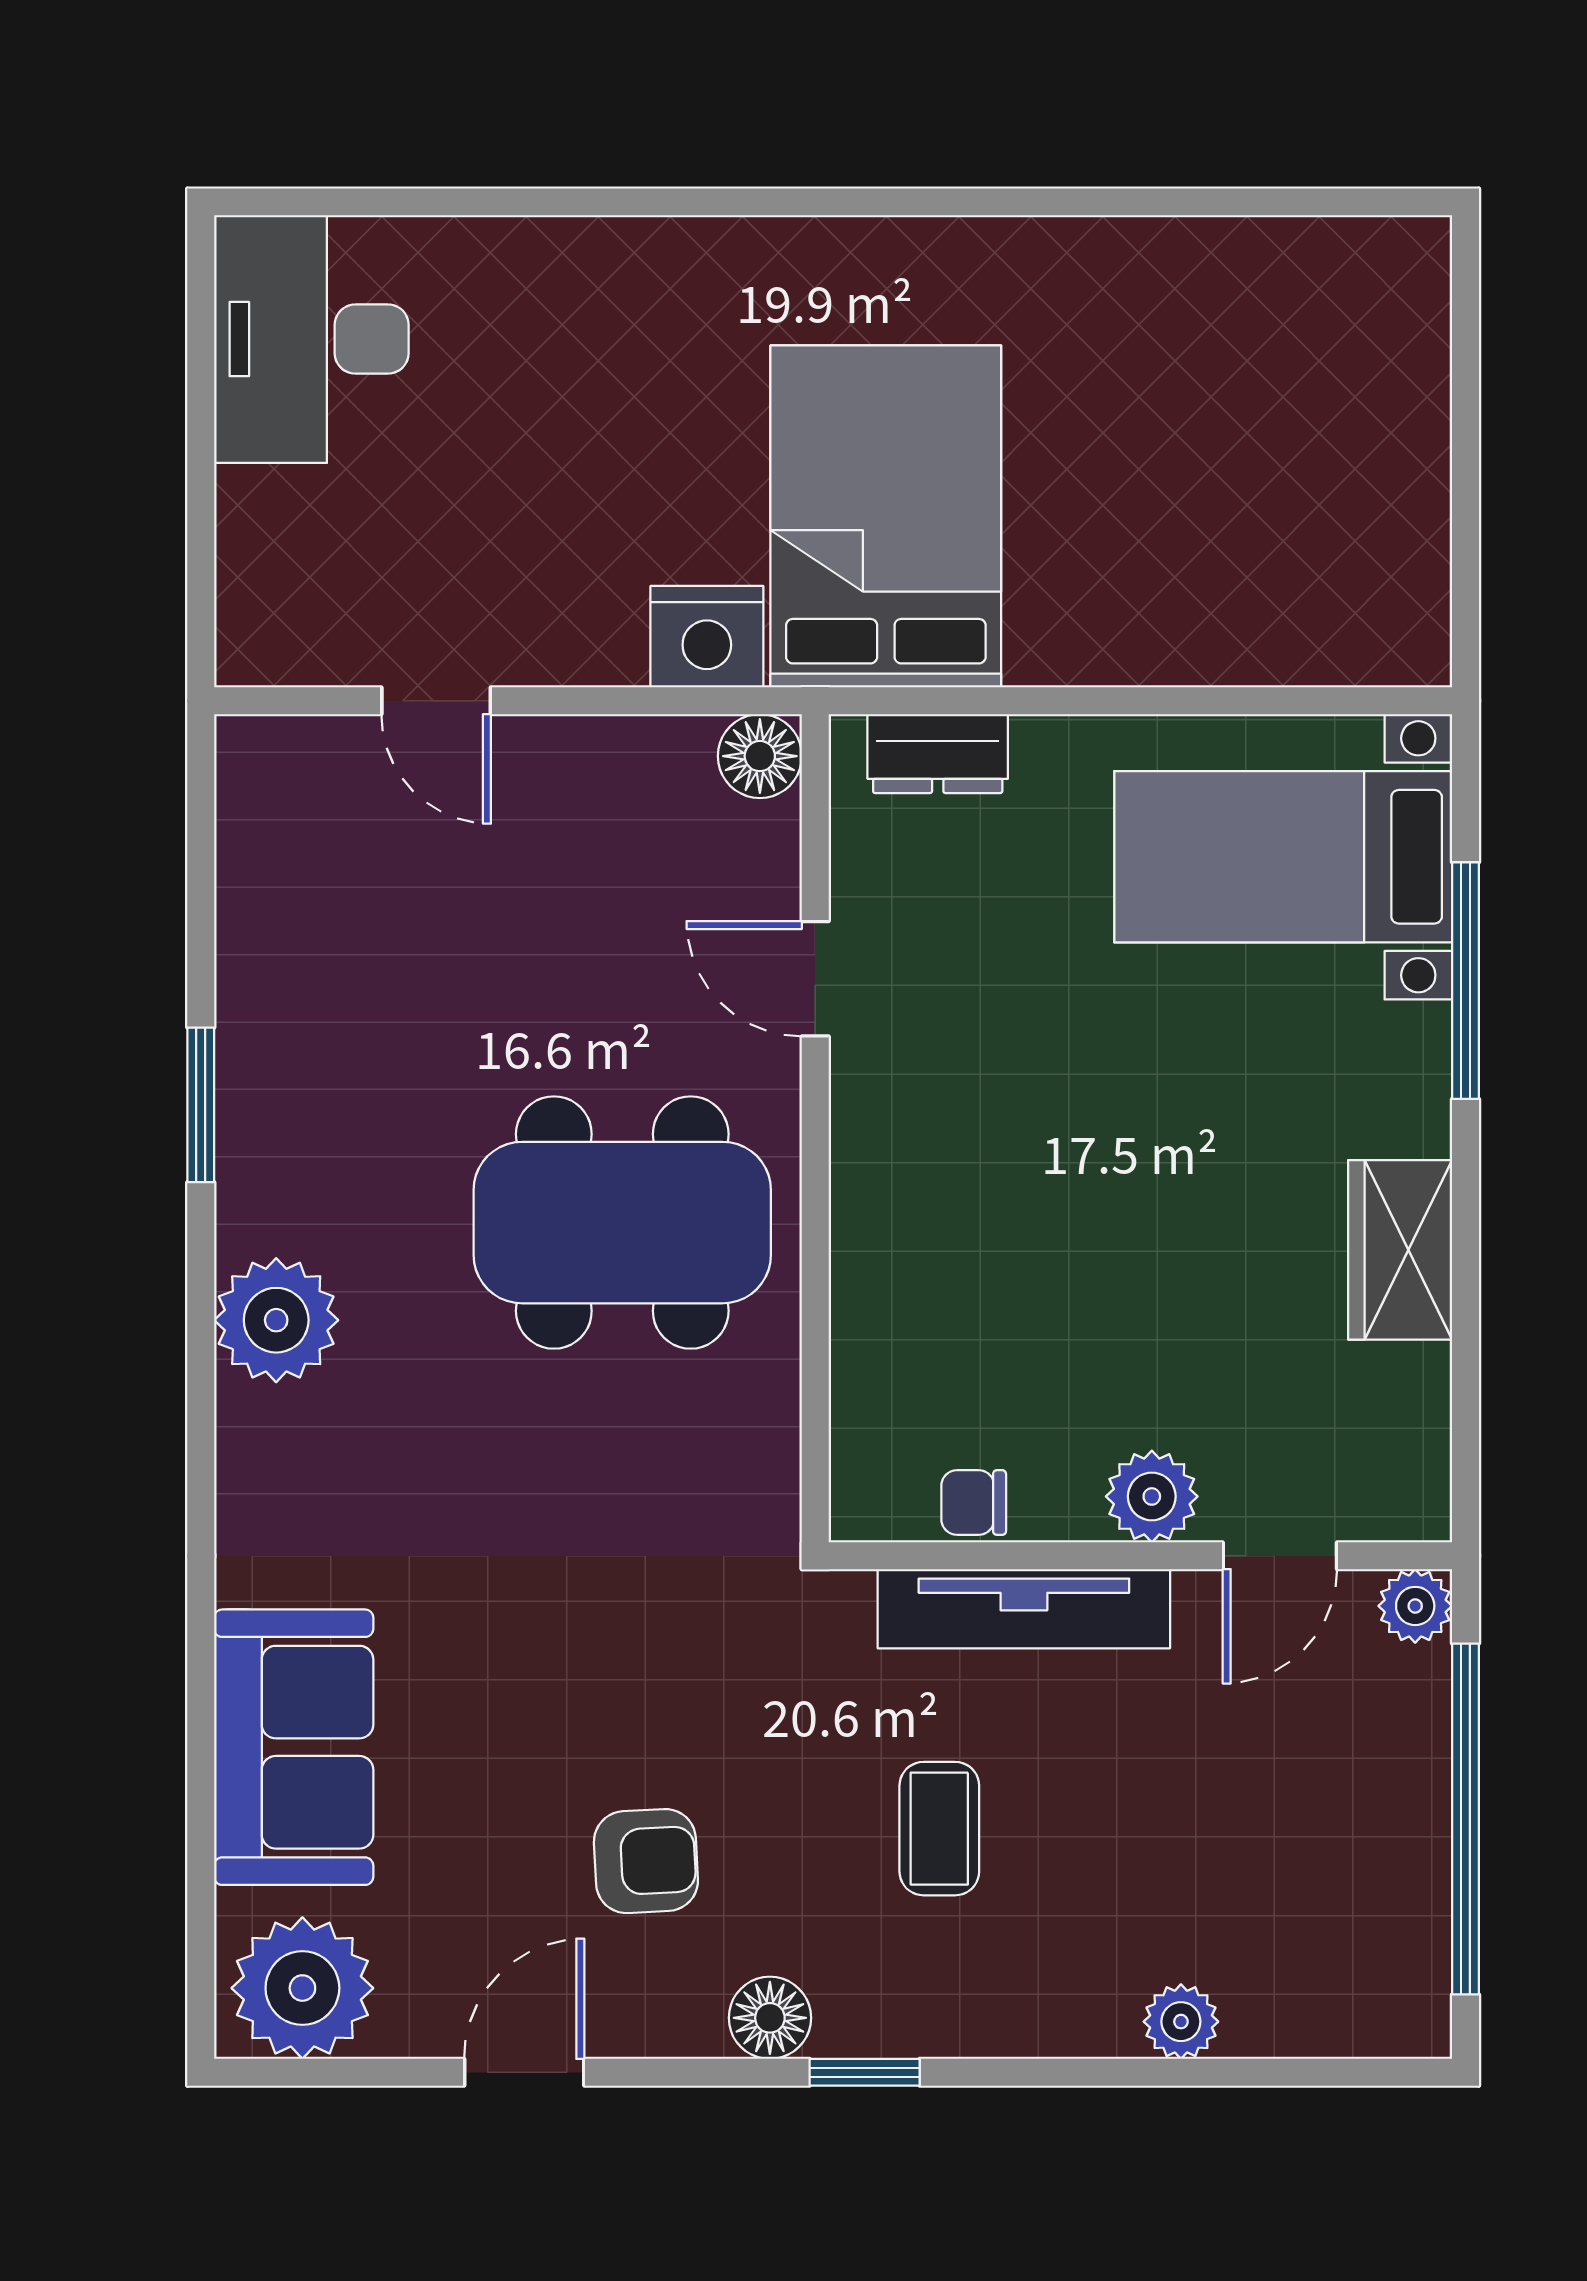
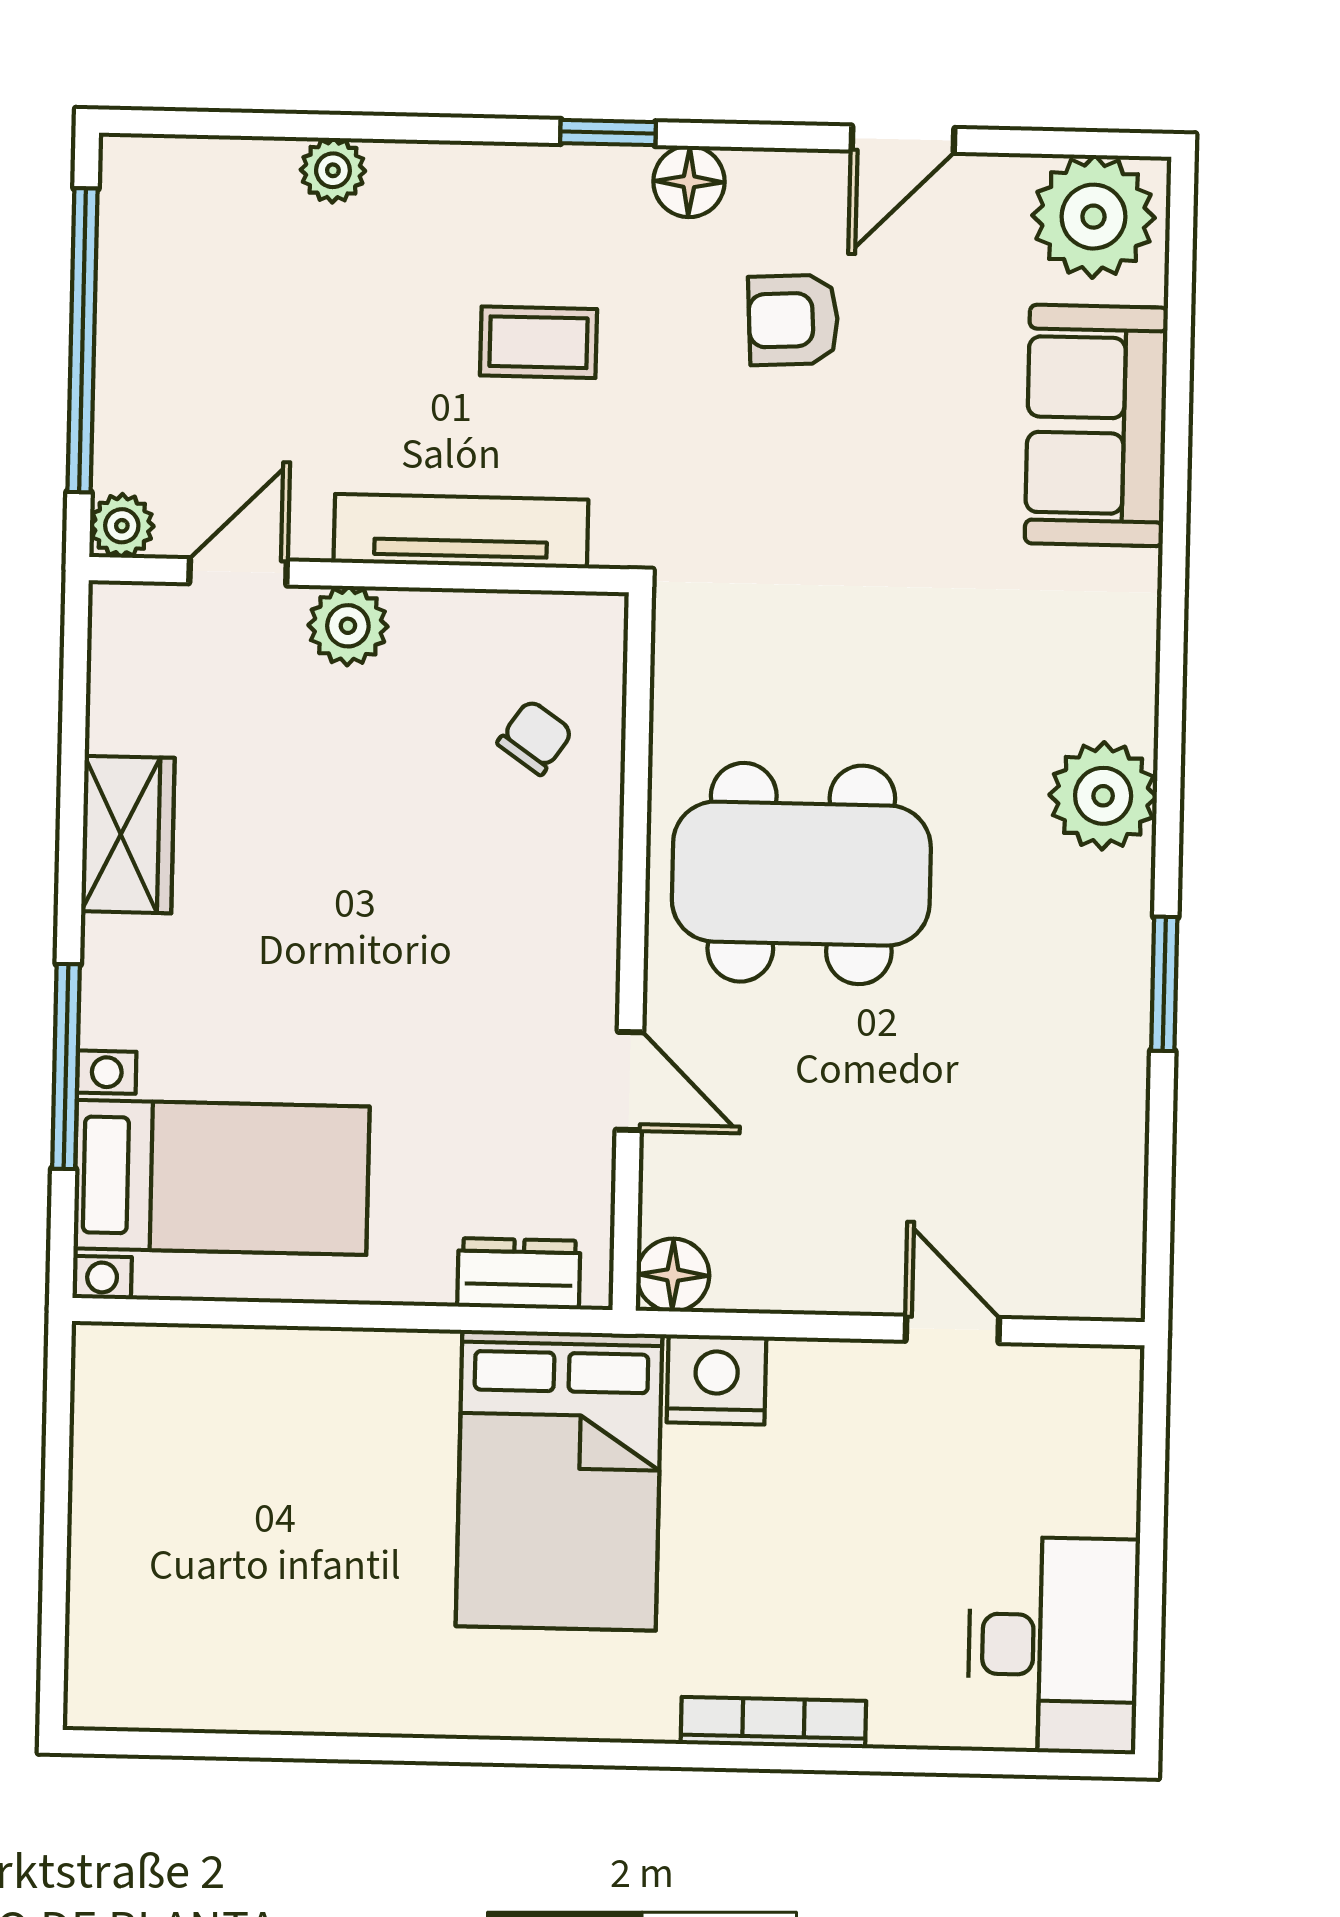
bookcase: (632, 243) -> (773, 1722), added
chair: (974, 1503) -> (535, 737), moved, turned -55
coffee table: (939, 1829) -> (539, 342), turned 90

